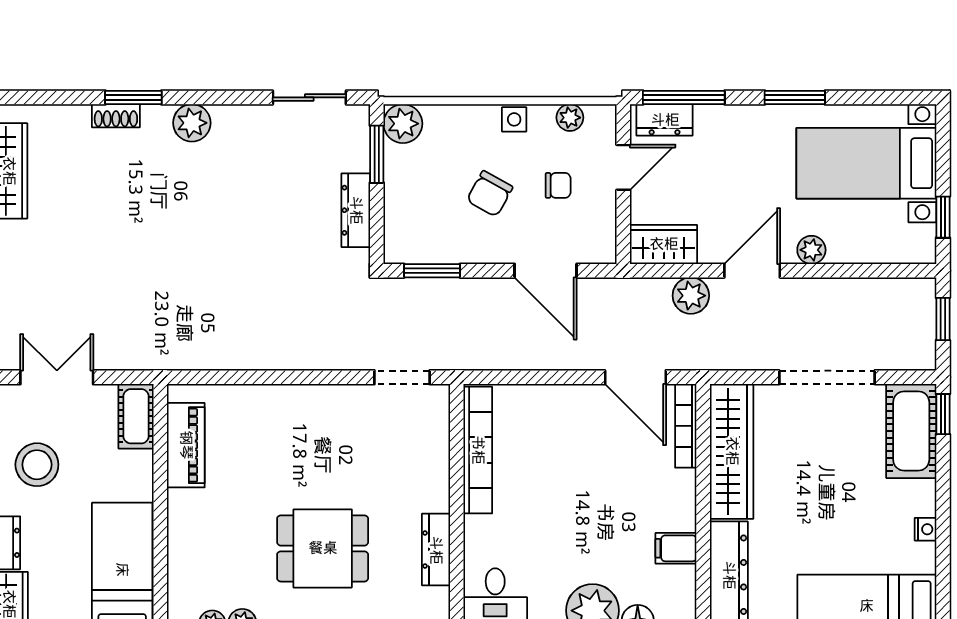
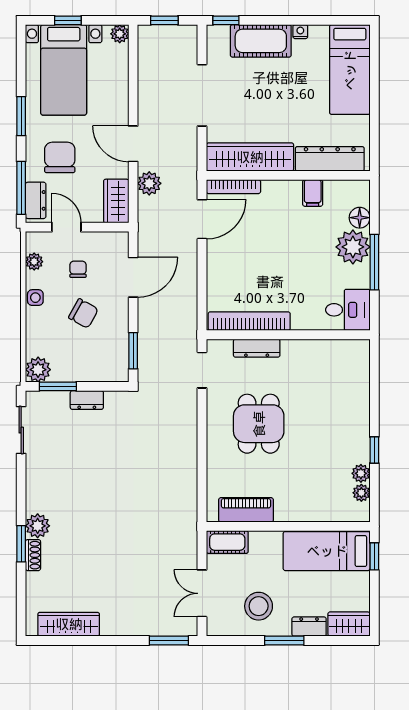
plant: (192, 123) -> (38, 526), moved
chair: (731, 157) -> (60, 157), added
dresser: (356, 210) -> (87, 400), width x0.70
window: (943, 217) -> (68, 20), moved
plant: (811, 250) -> (120, 34), moved
cot: (911, 431) -> (261, 41), moved
dining table: (323, 548) -> (259, 424), moved
dresser: (436, 550) -> (257, 348), moved

